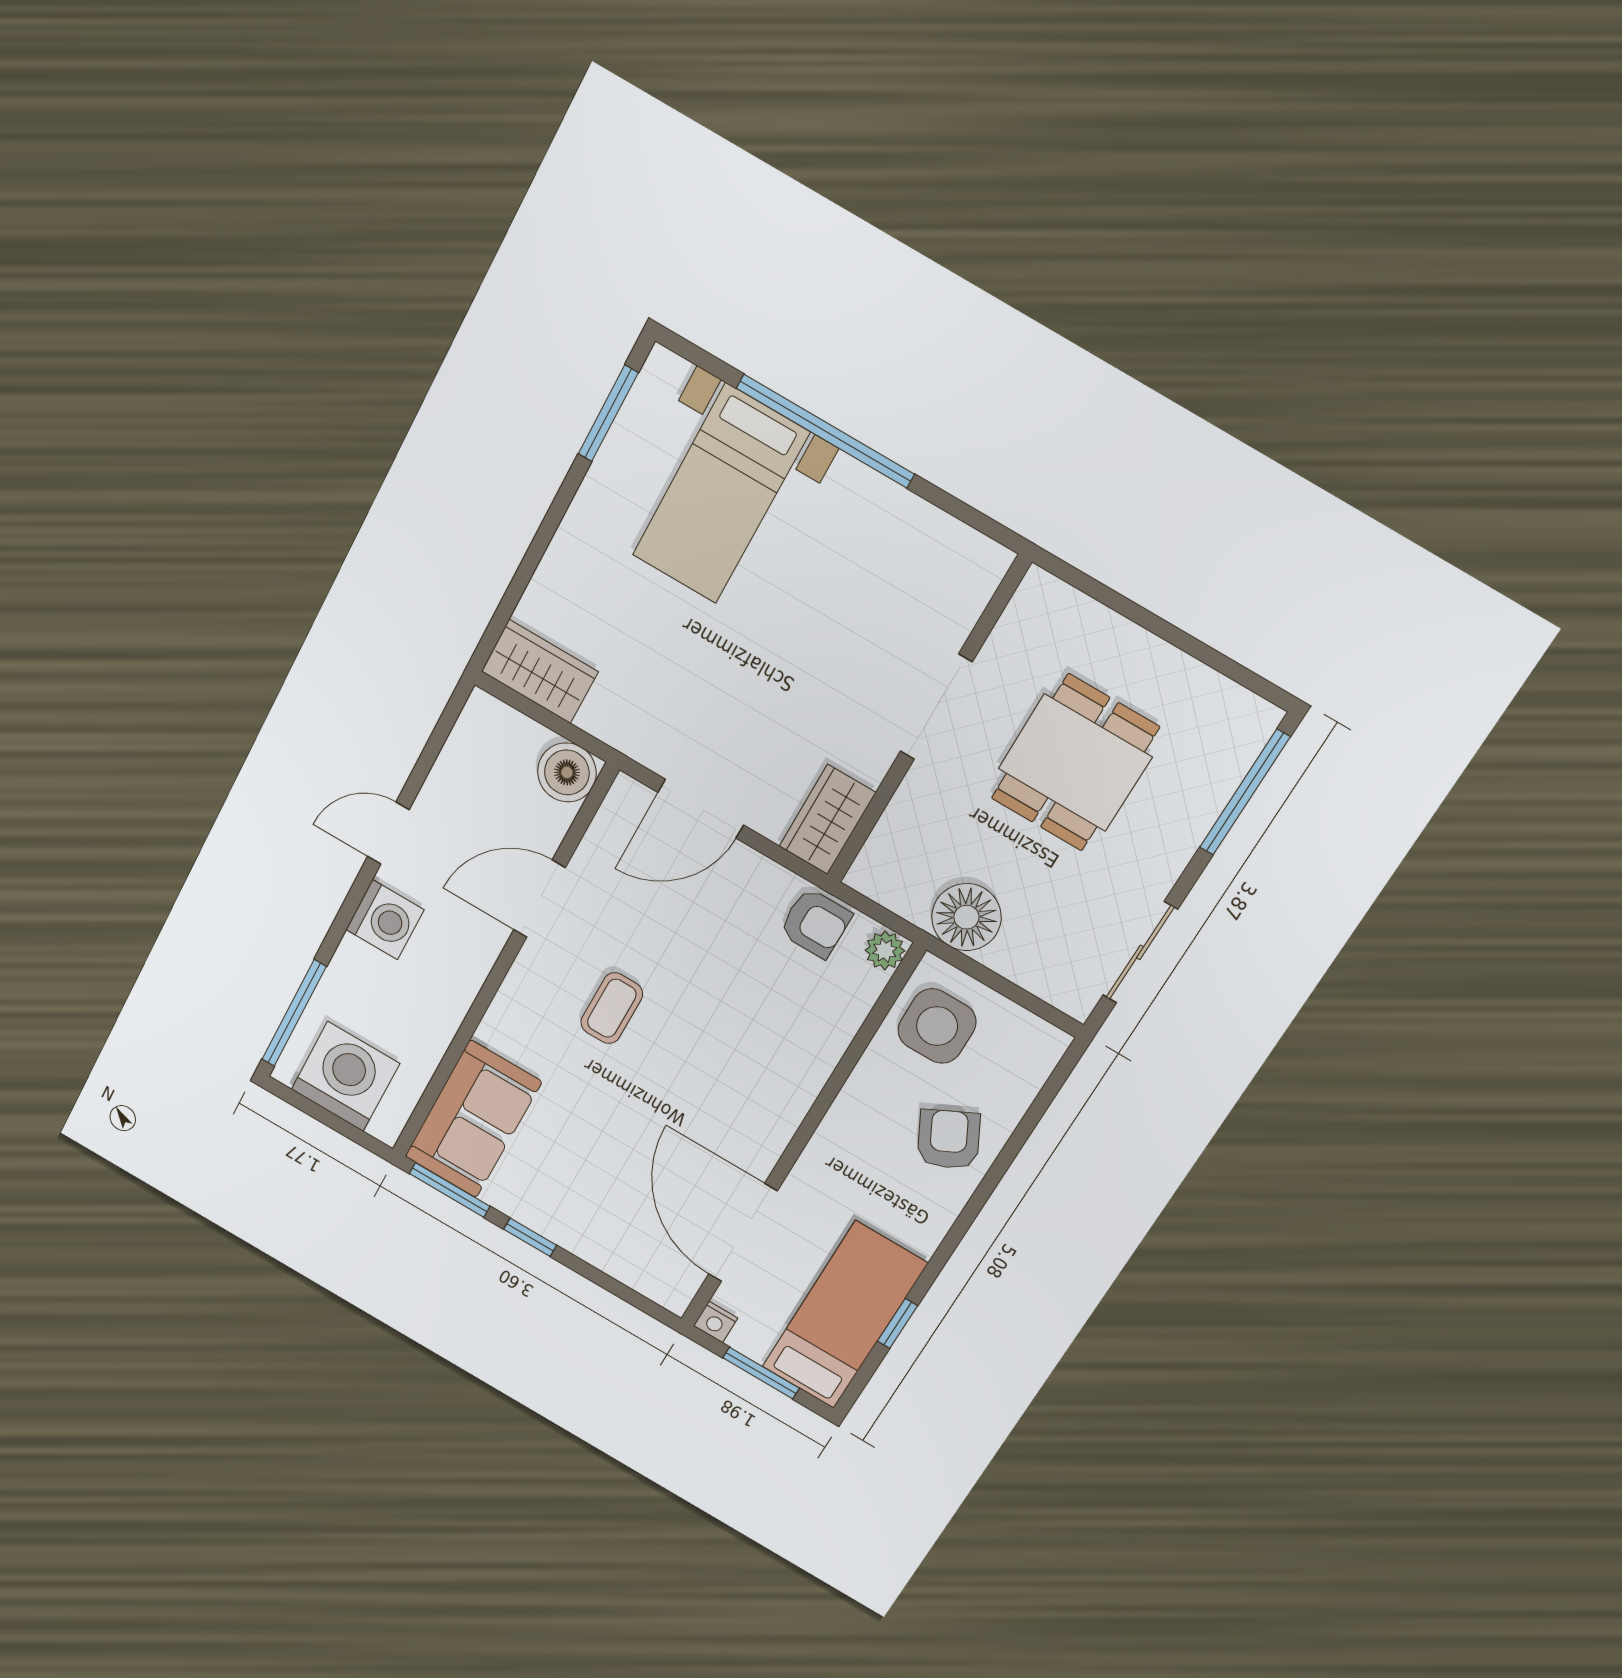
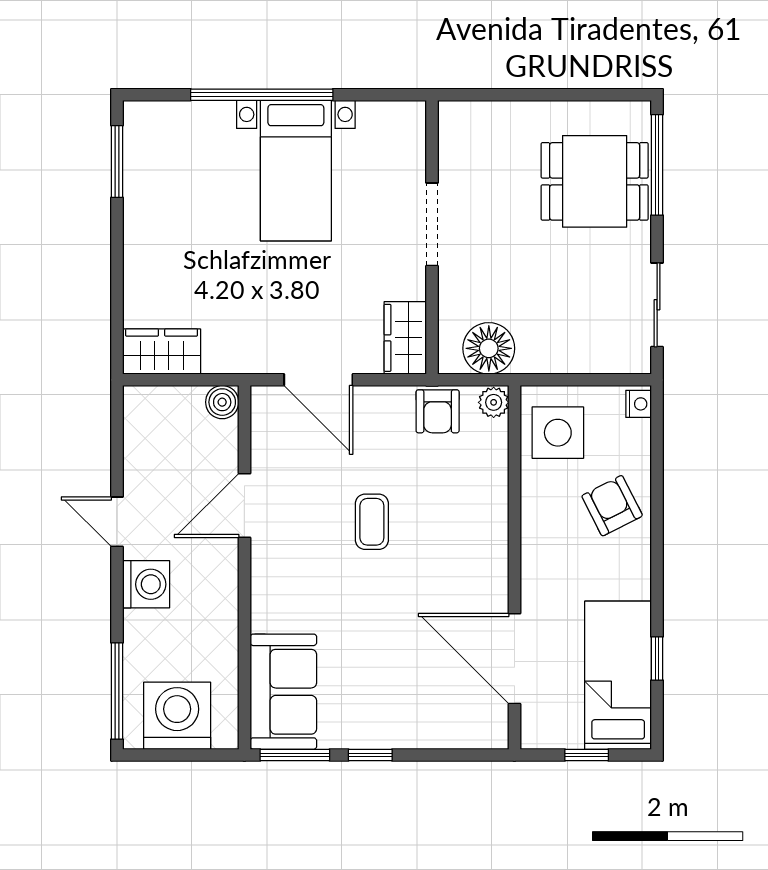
bed with nightstands: (721, 494) -> (296, 171), moved
dining table: (1075, 763) -> (595, 181), moved, turned 90
boiler: (567, 772) -> (222, 402), width x0.73, depth x0.73
door: (701, 809) -> (318, 380), hinge flipped
door: (388, 833) -> (117, 522), hinge flipped
floor lamp: (966, 917) -> (489, 348), moved
armchair: (815, 923) -> (438, 411), turned 90
coffee table: (612, 1008) -> (372, 522), moved
nightstand: (716, 1322) -> (639, 404), moved, turned -90
window: (761, 1373) -> (587, 755), width x0.67

